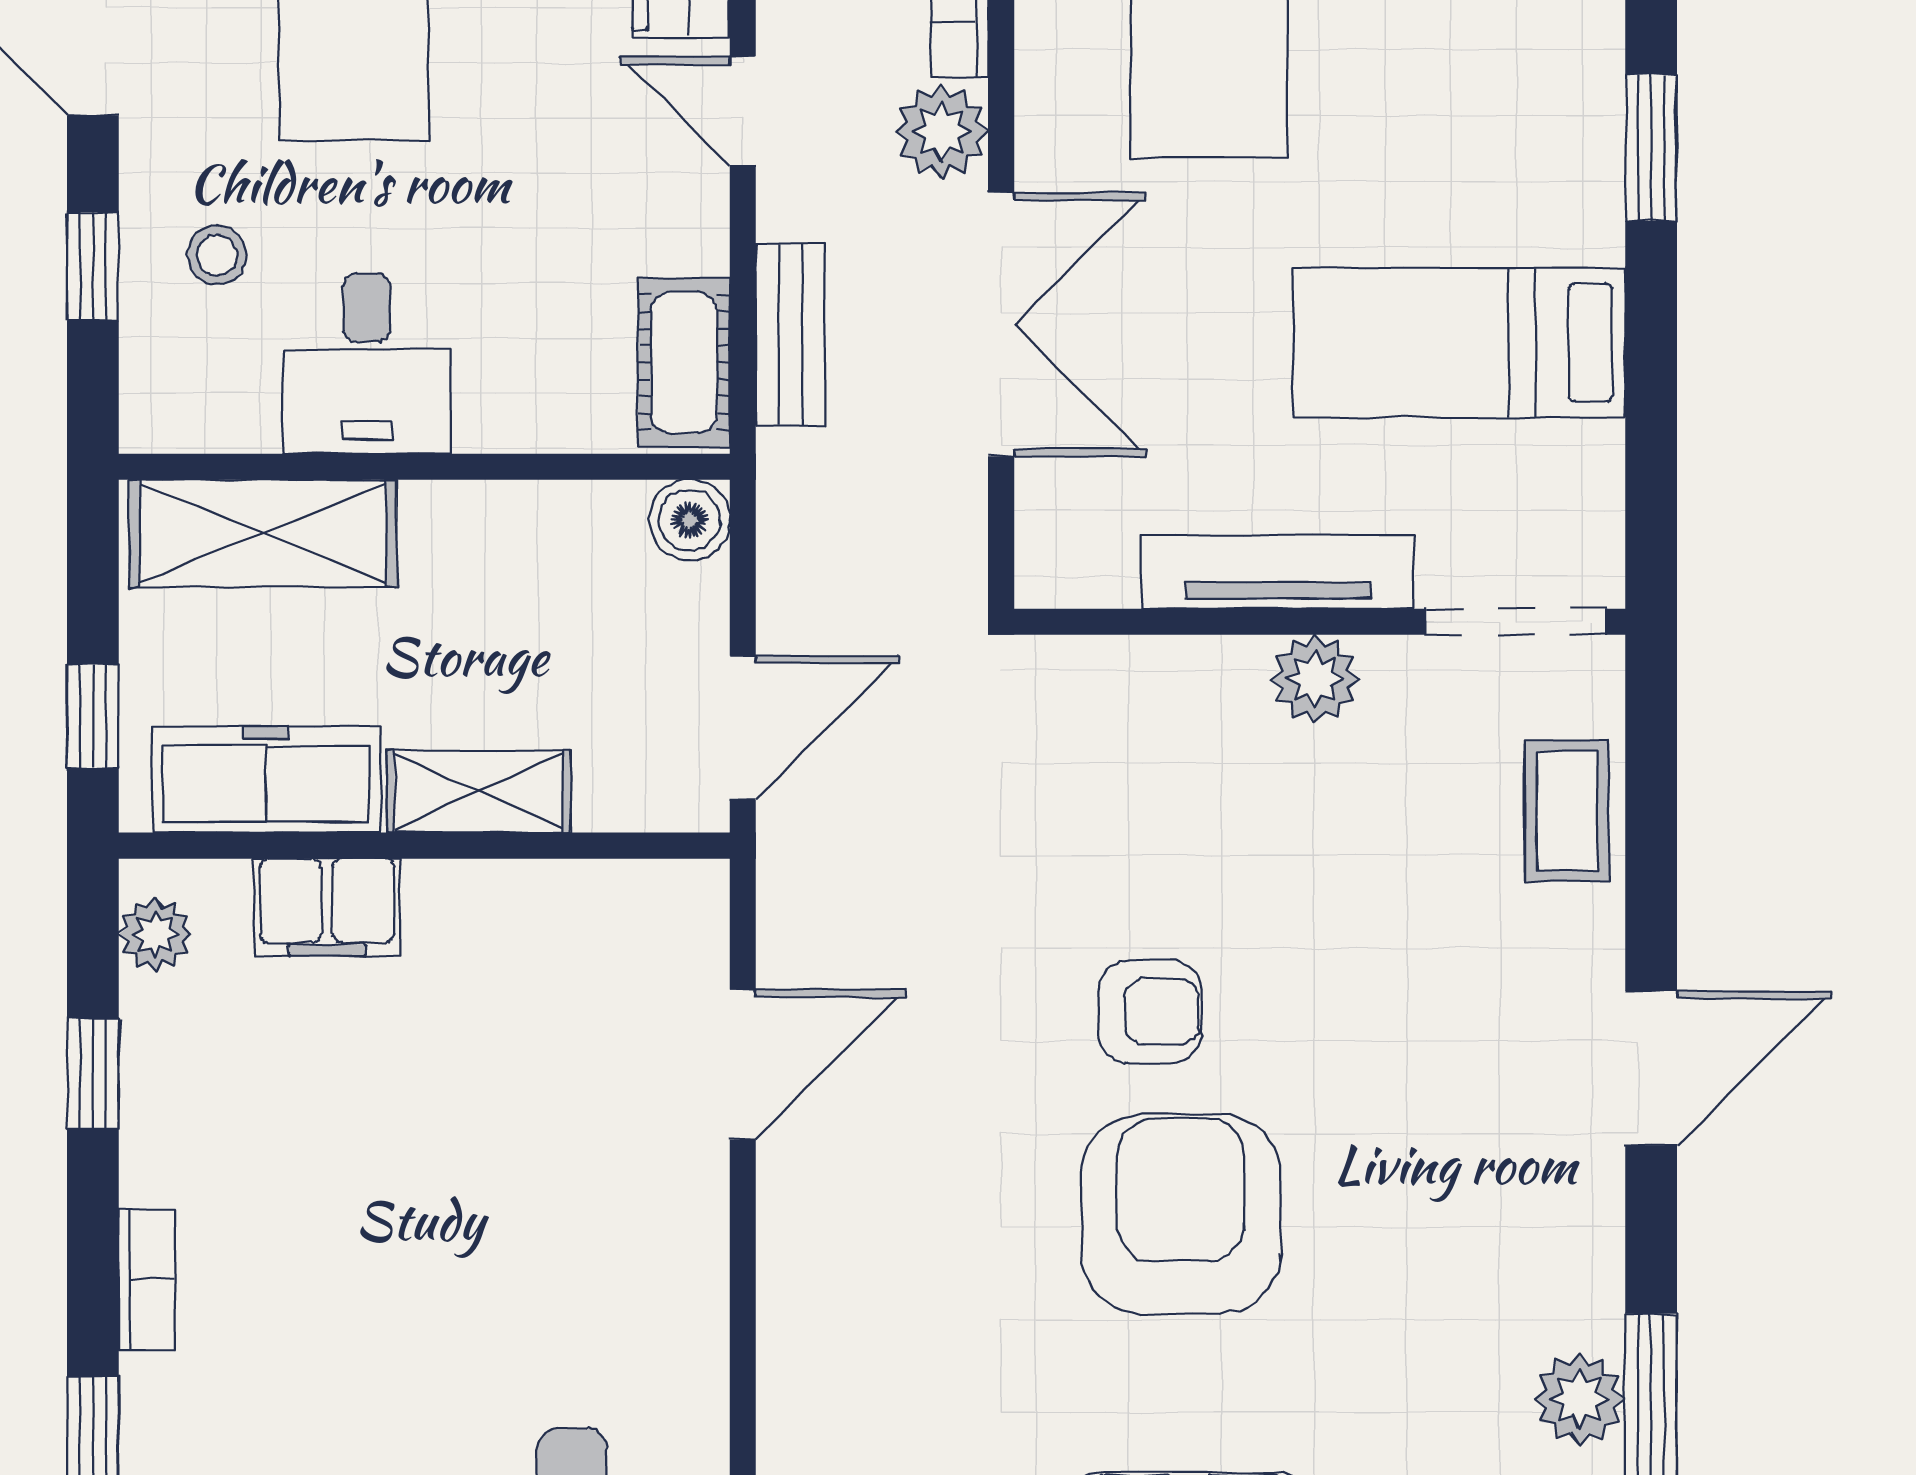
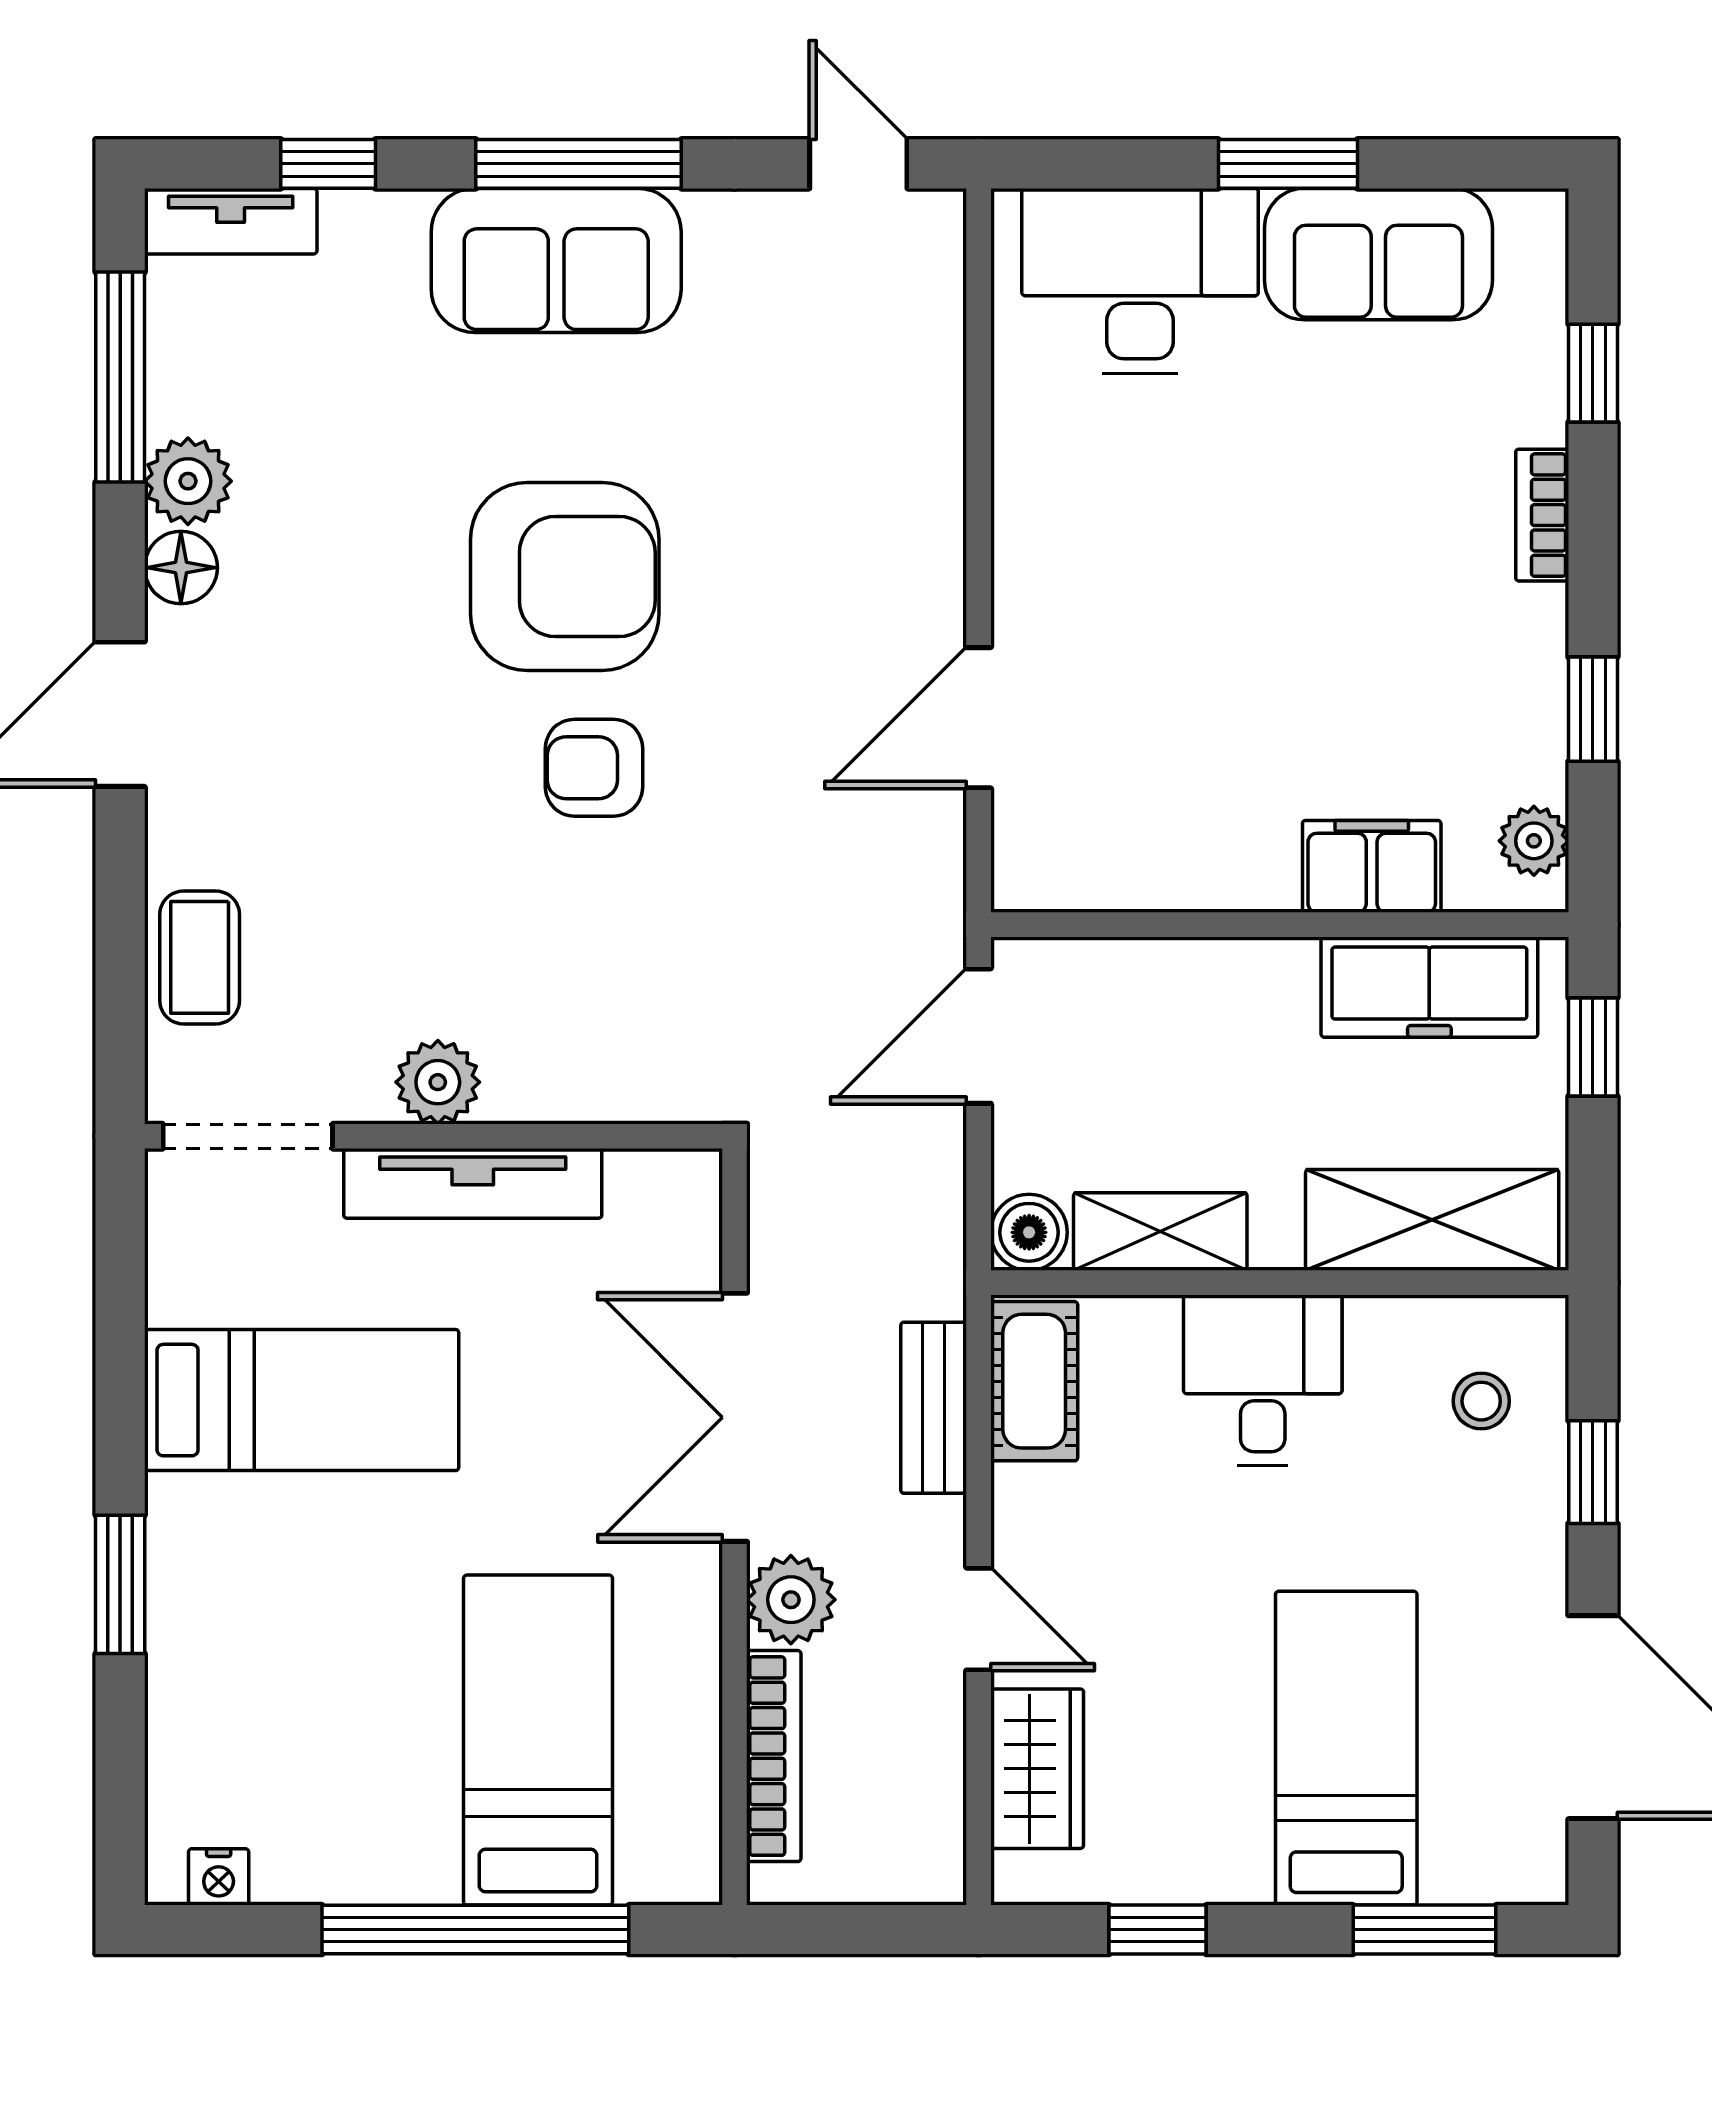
stool: (217, 255) -> (1481, 1401), moved
desk: (367, 364) -> (1263, 1380), moved
shelving: (479, 791) -> (1160, 1232), moved
armchair: (1181, 1214) -> (565, 577), turned -90
floor lamp: (1587, 1223) -> (181, 568), added
plant: (1579, 1399) -> (188, 481), moved

